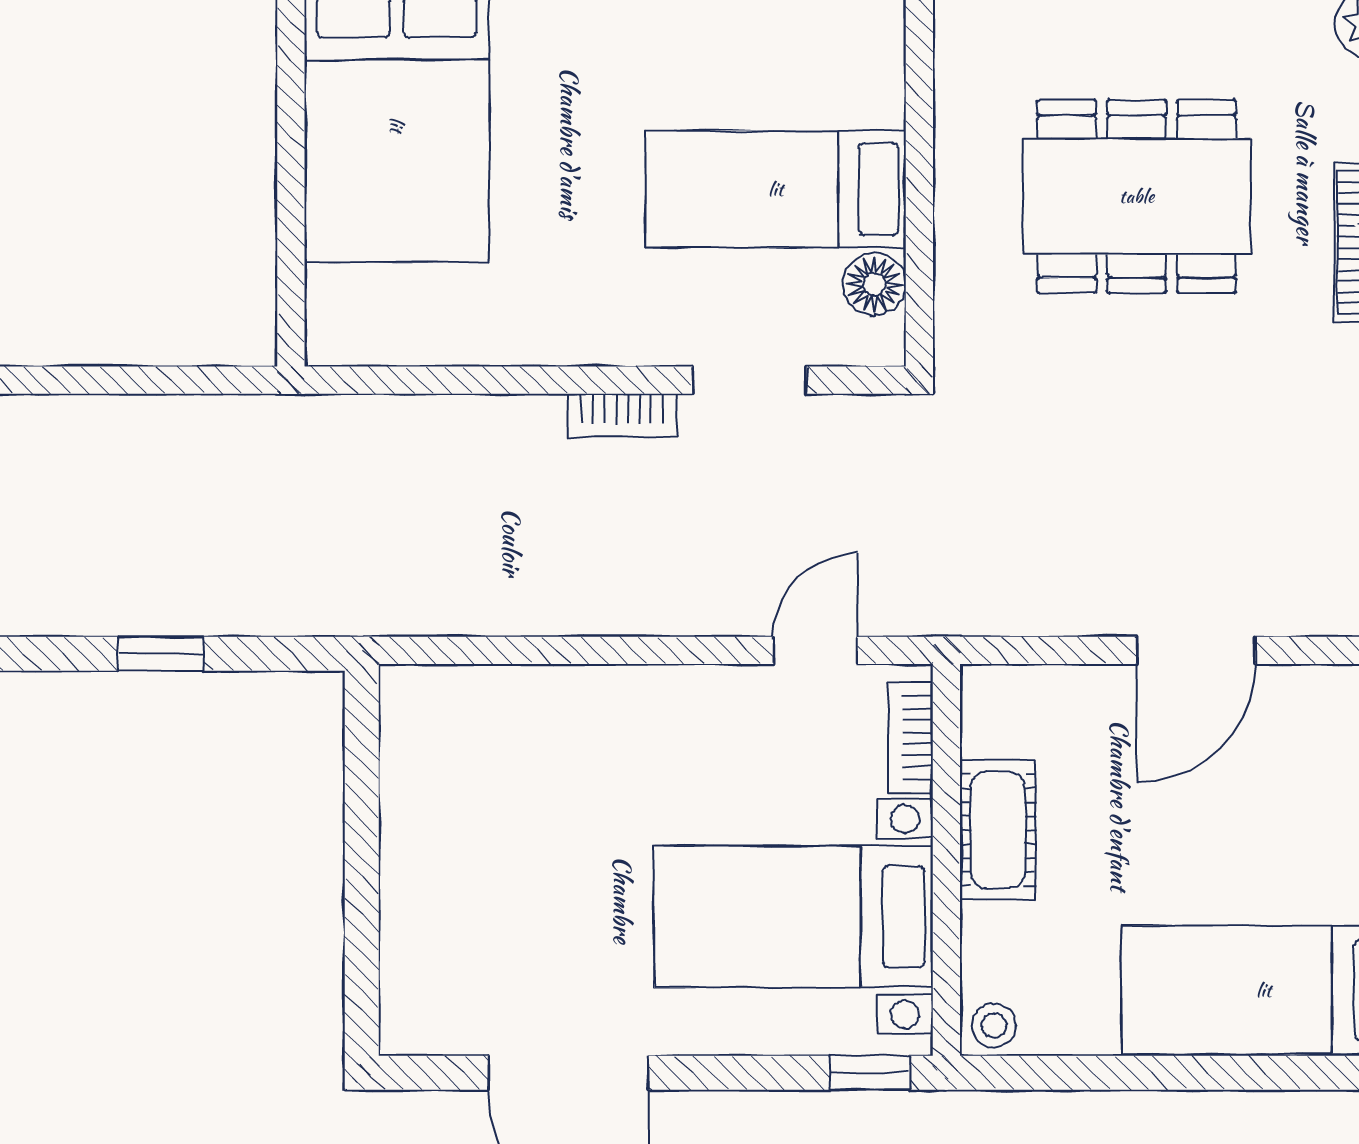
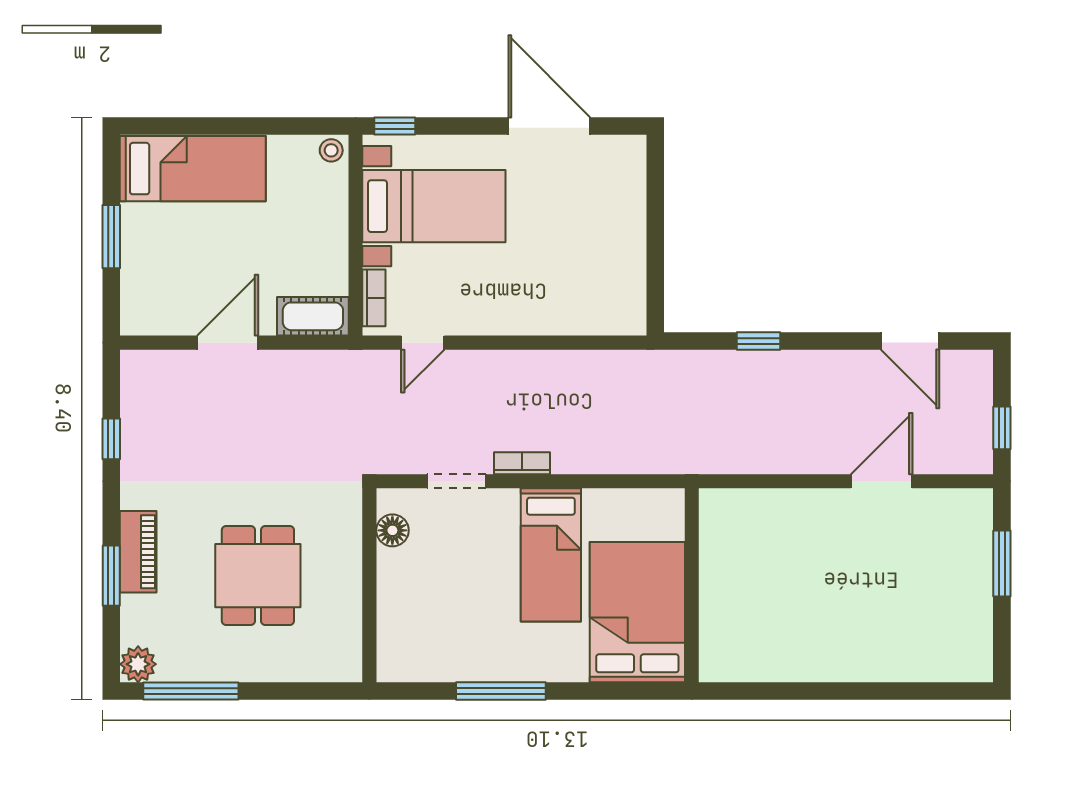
bed: (776, 189) -> (551, 555), moved, turned 90
dining table: (1137, 196) -> (258, 576), width x0.73
cot: (998, 830) -> (313, 316), moved, turned 90

